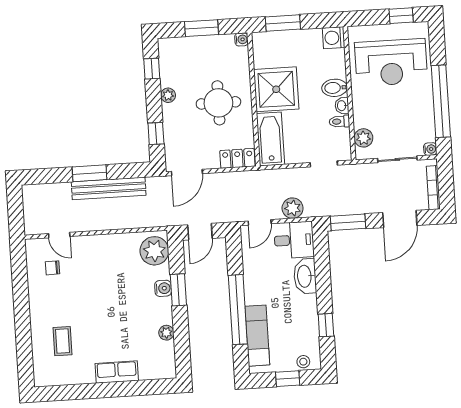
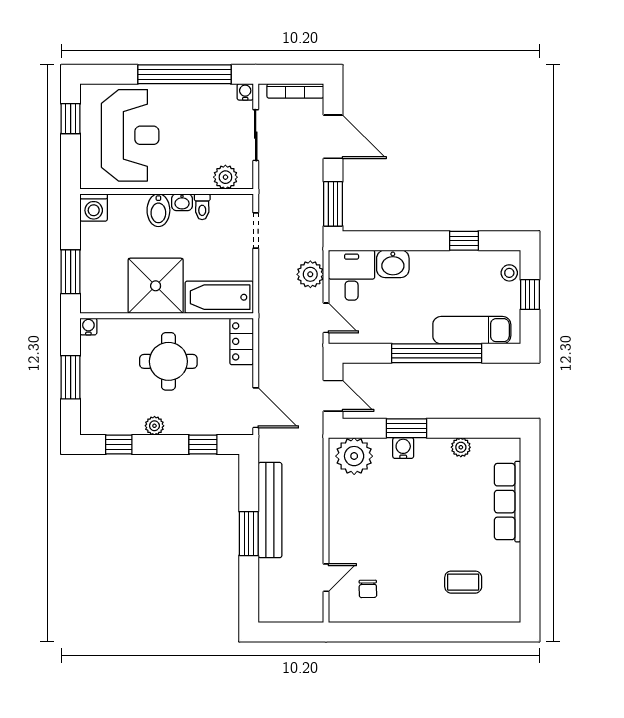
washbasin: (305, 276) -> (393, 264), width x0.72
row of seats: (117, 372) -> (507, 502), width x1.48

